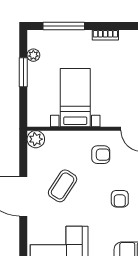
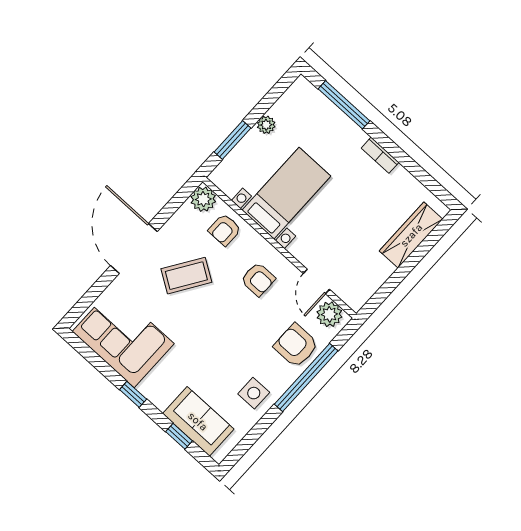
plant: (33, 55) -> (266, 125), moved
window: (23, 72) -> (233, 140), moved
armchair: (120, 199) -> (225, 230), moved

